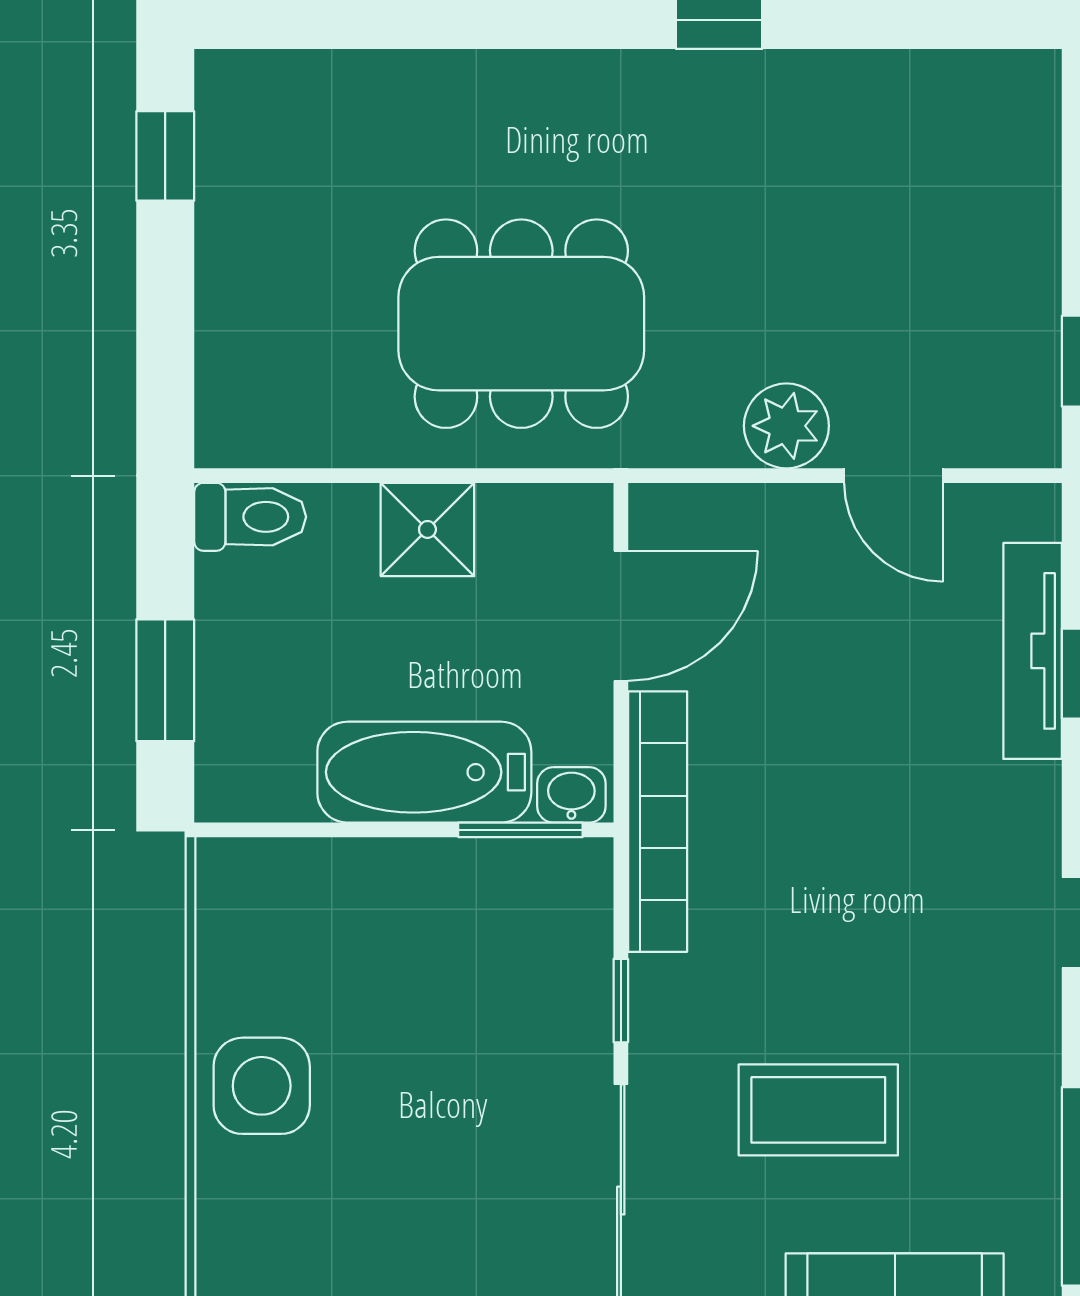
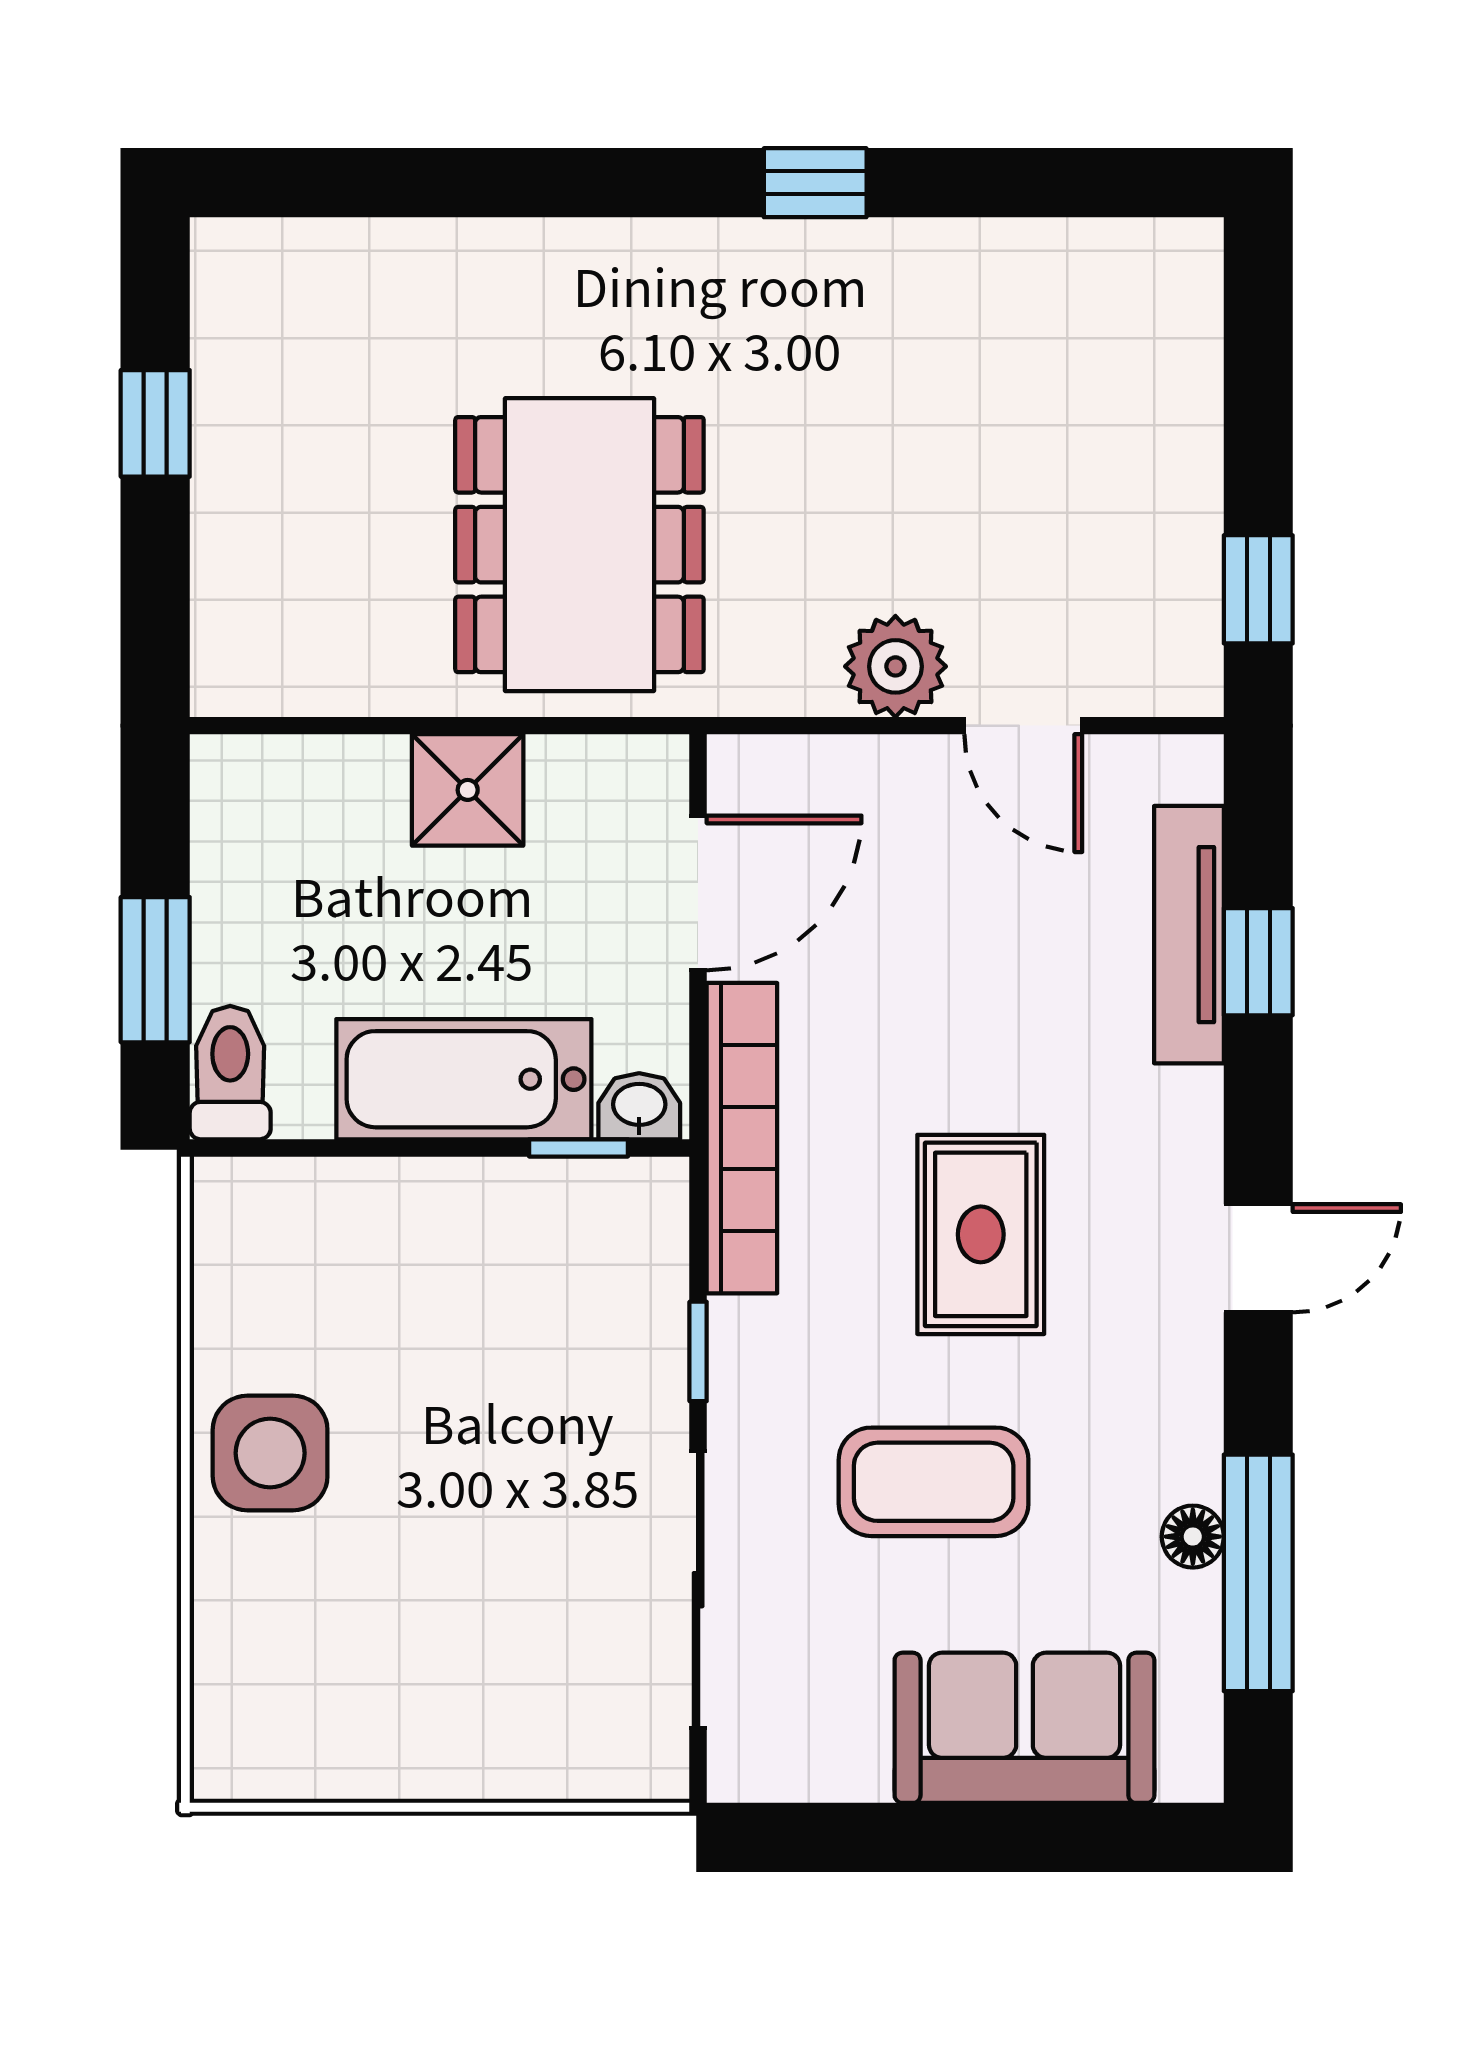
window: (165, 156) -> (155, 423), moved
dining table: (521, 324) -> (579, 545), turned 90
toilet: (250, 517) -> (230, 1073), moved, turned -90
window: (520, 830) -> (579, 1148), width x0.67
rug: (858, 902) -> (981, 1234), added
floor lamp: (1036, 1156) -> (1193, 1537), added

